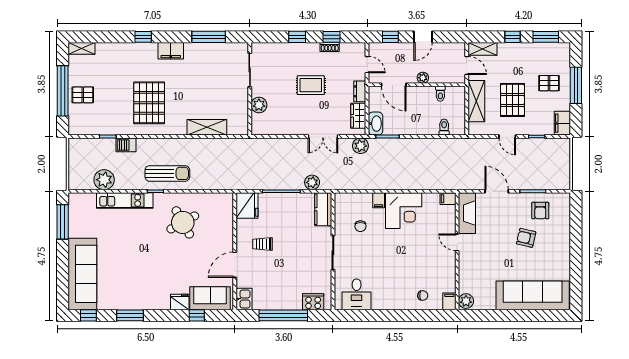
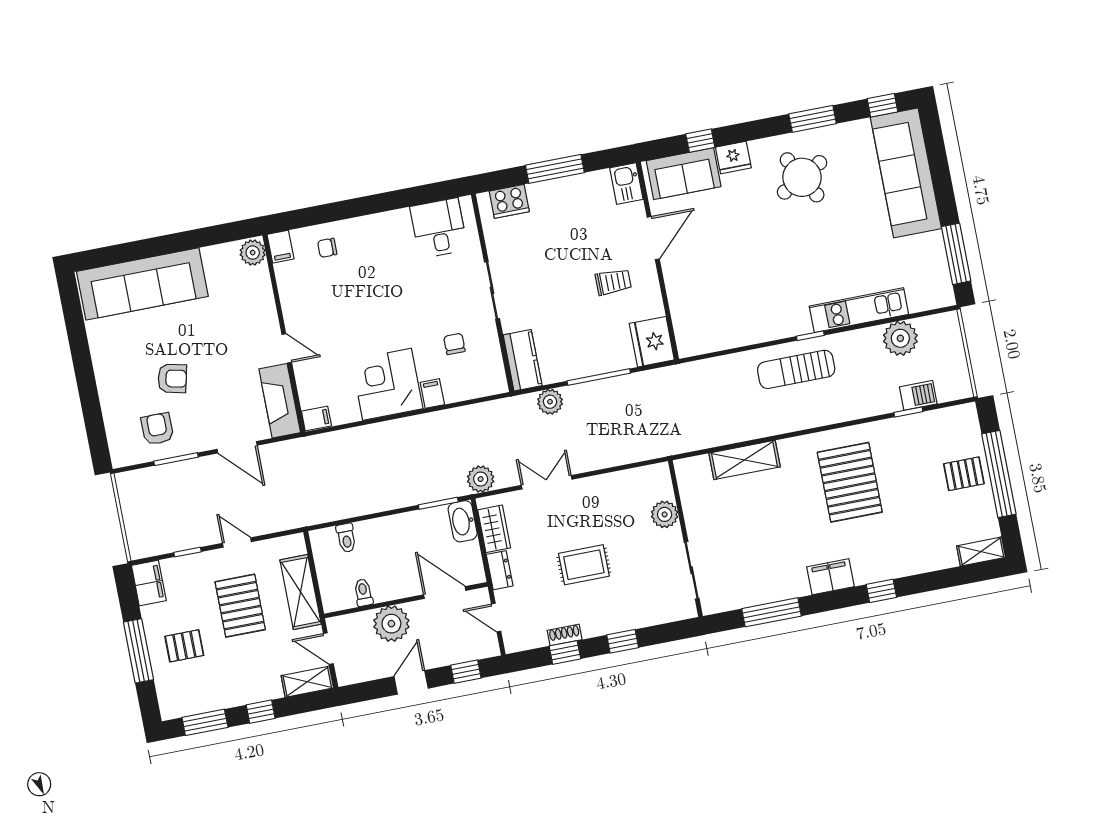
plant: (423, 78) -> (391, 624), width x1.87, depth x1.87
barbecue: (126, 145) -> (918, 395), moved
round table: (183, 222) -> (802, 177), moved
window: (283, 315) -> (555, 169), width x0.68

